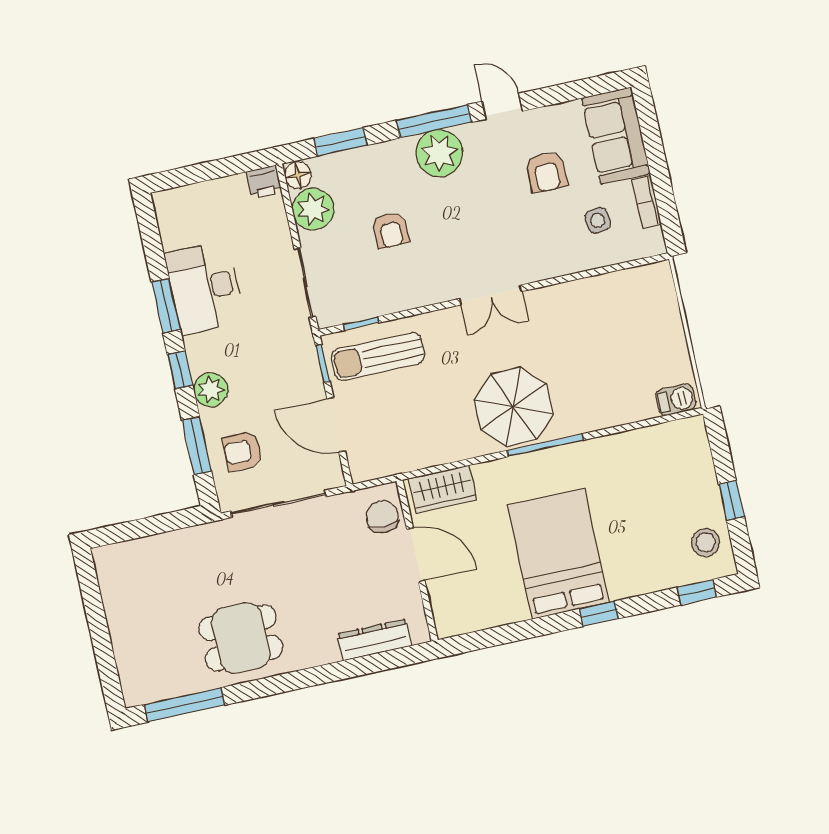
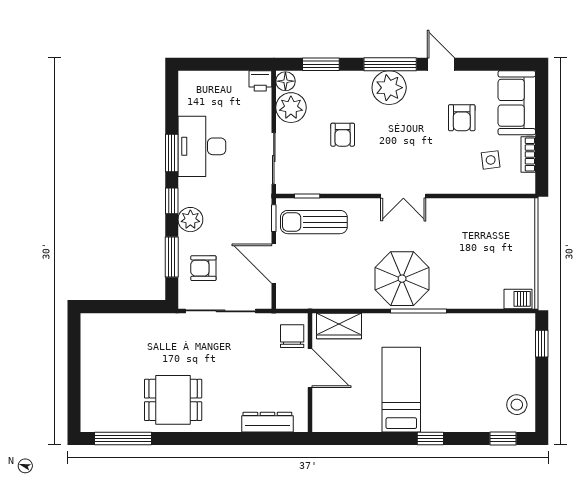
window: (731, 500) -> (542, 344), moved
bed: (558, 554) -> (401, 390), width x0.67

